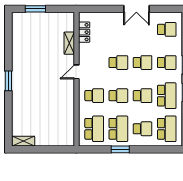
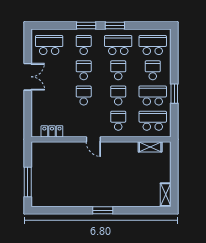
window: (35, 9) -> (28, 182), width x1.44
school desk: (167, 29) -> (49, 45), width x1.85
shelving: (69, 43) -> (150, 147), moved

